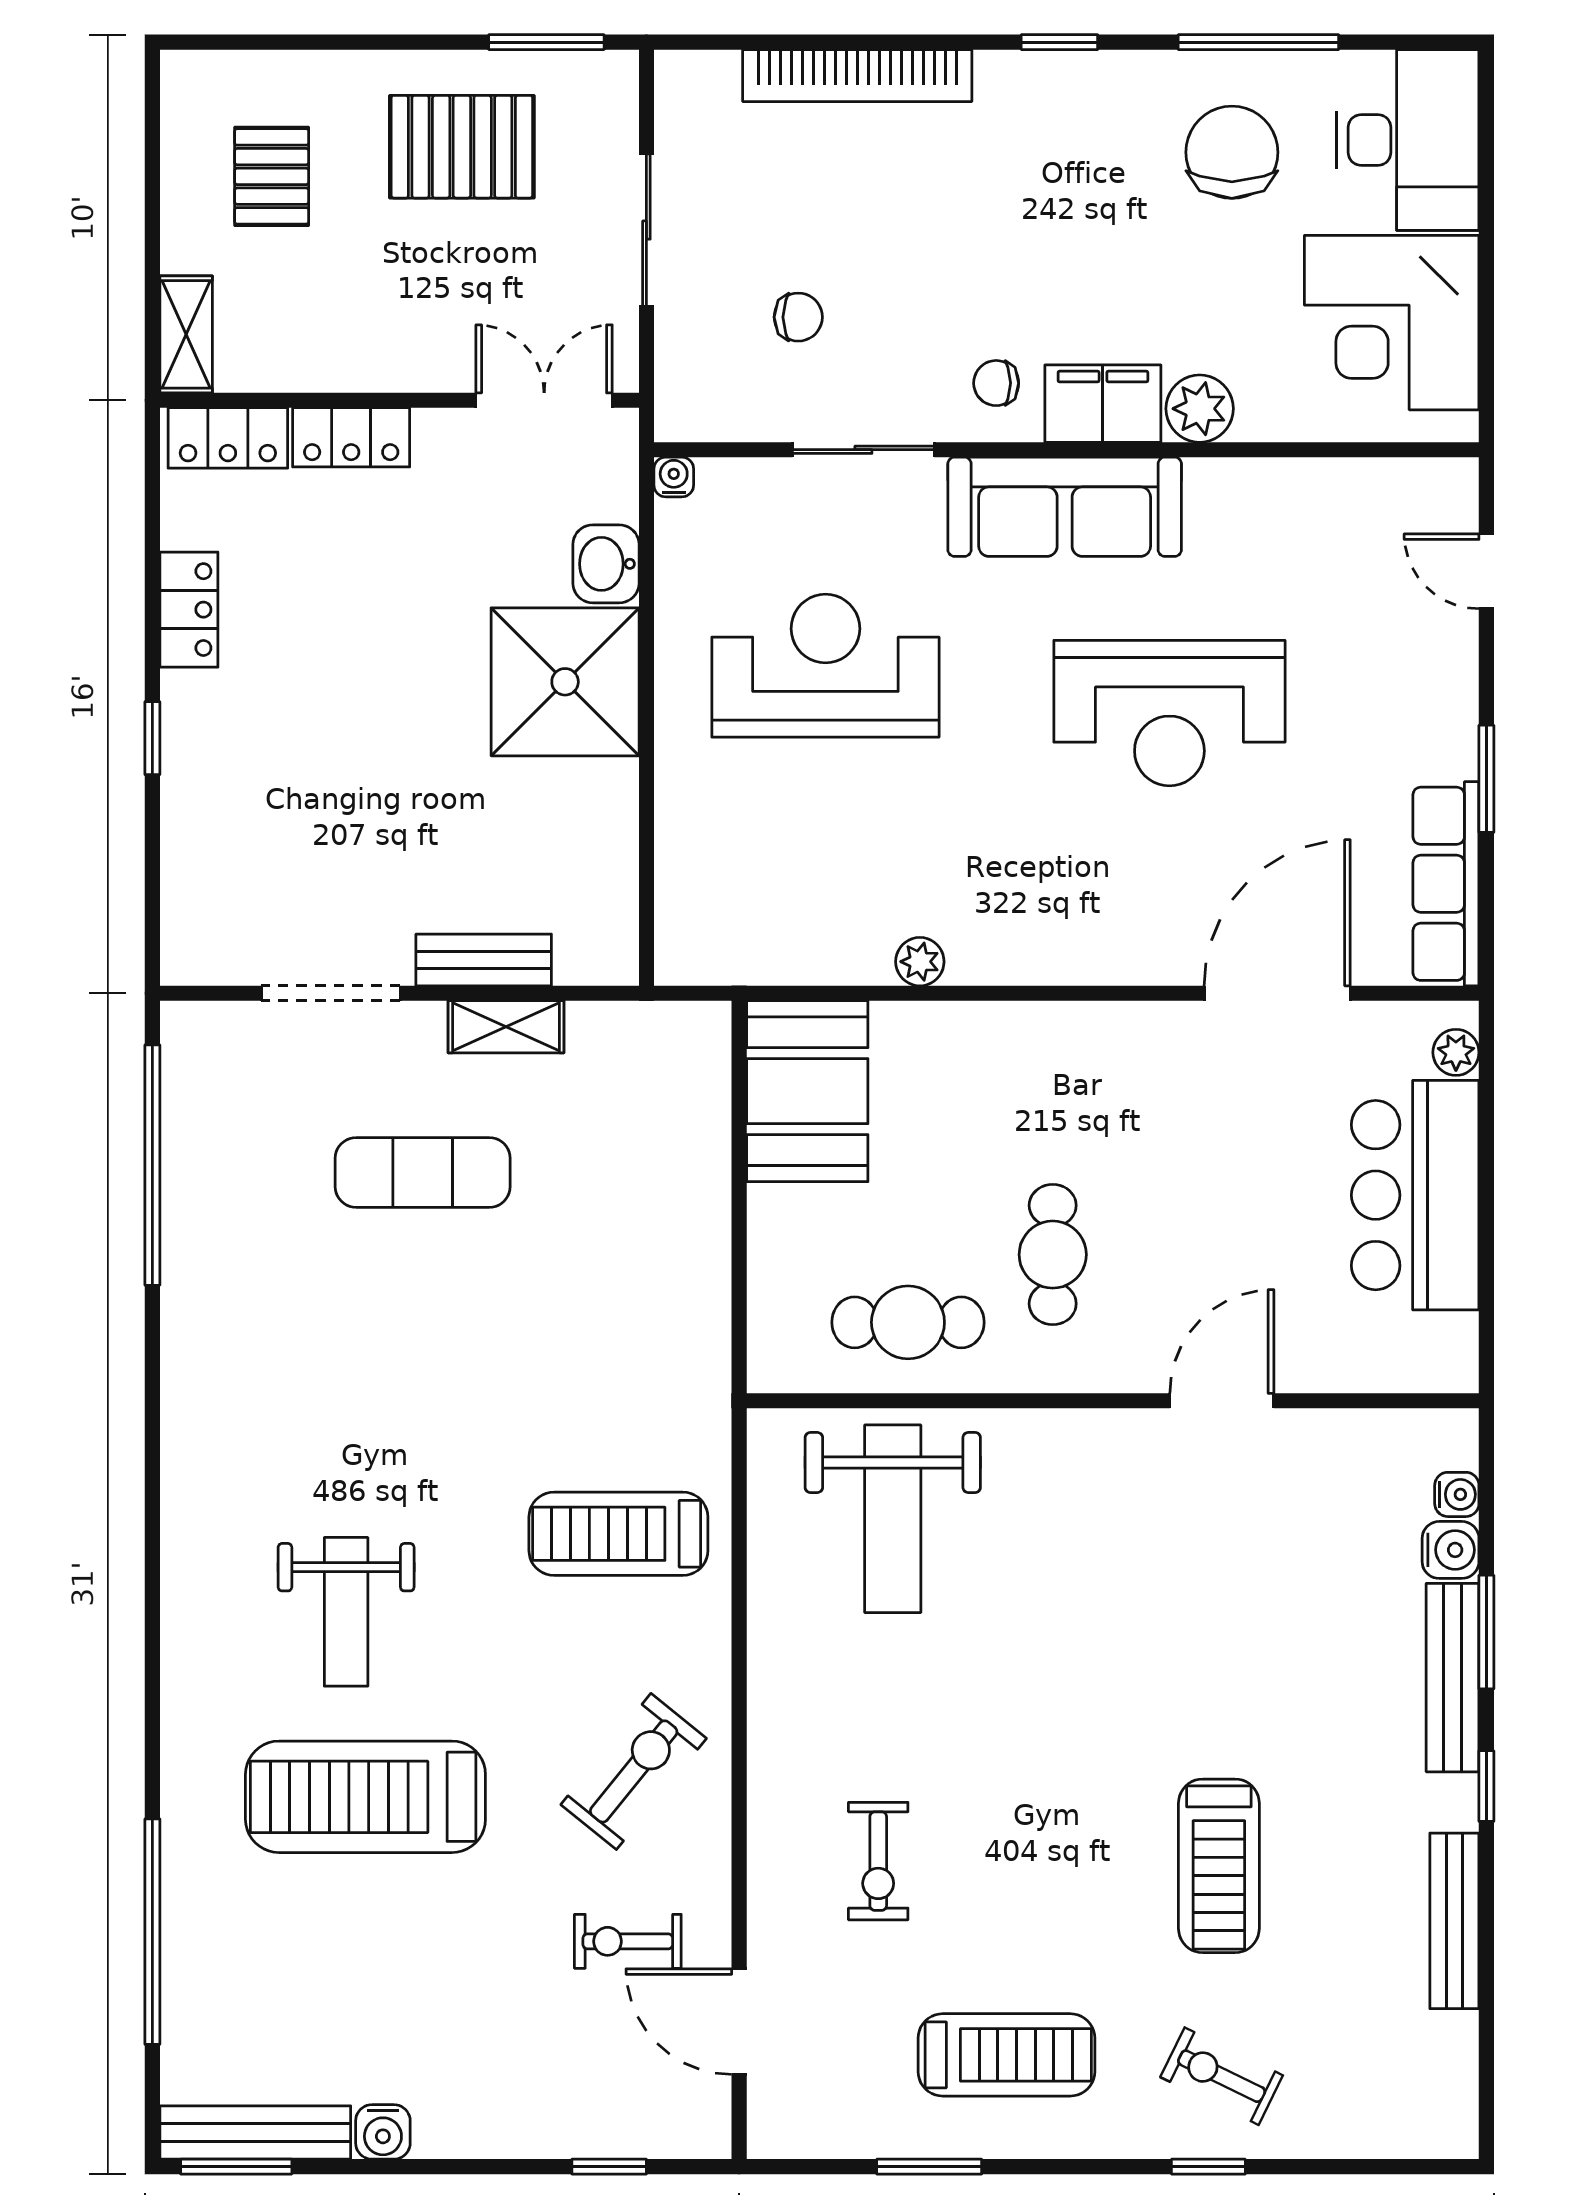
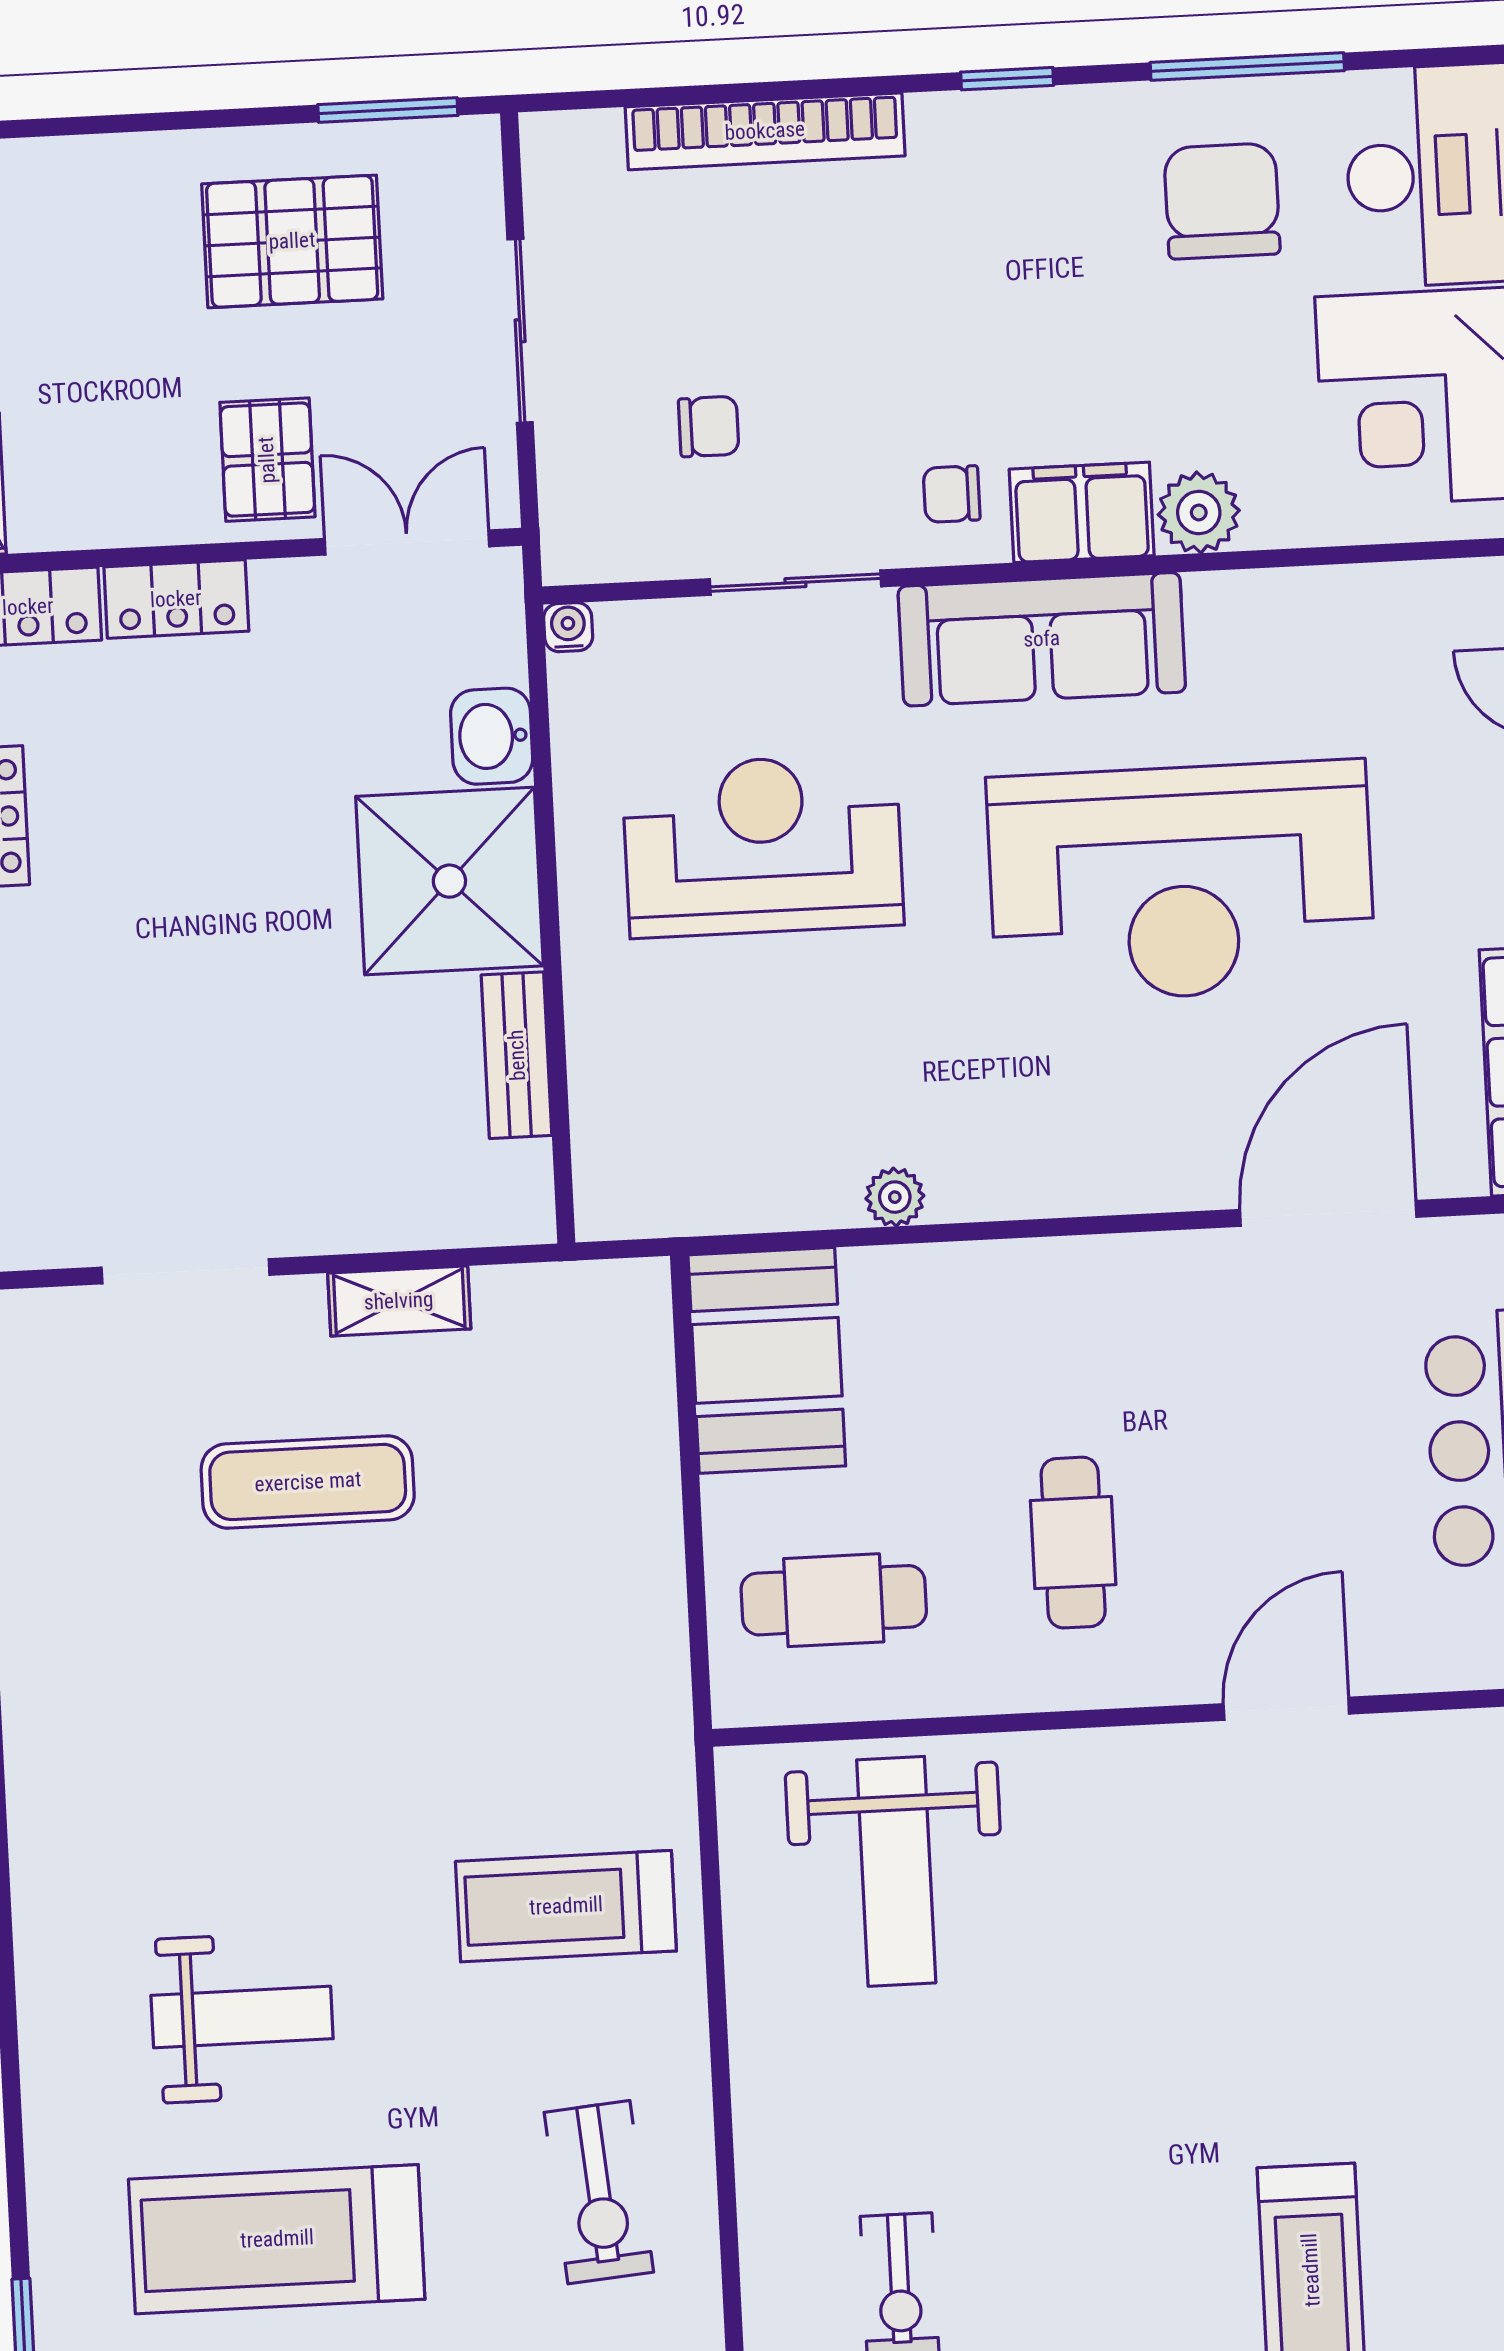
pallet: (272, 176) -> (267, 460), moved
reception desk: (1169, 713) -> (1181, 882), width x1.36, depth x1.30
bench: (484, 960) -> (517, 1055), moved, turned 90
cafe table: (908, 1322) -> (834, 1600), moved
weight bench: (346, 1612) -> (242, 2017), turned -90
exercise bike: (634, 1771) -> (599, 2192), turned 136

